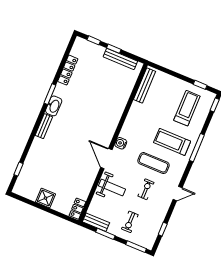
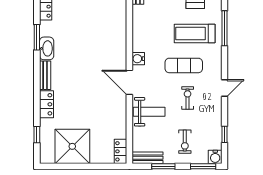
locker: (36, 149) -> (46, 104), added
shower: (46, 198) -> (72, 146), width x1.86, depth x1.86
water cooler: (148, 243) -> (215, 157), added

